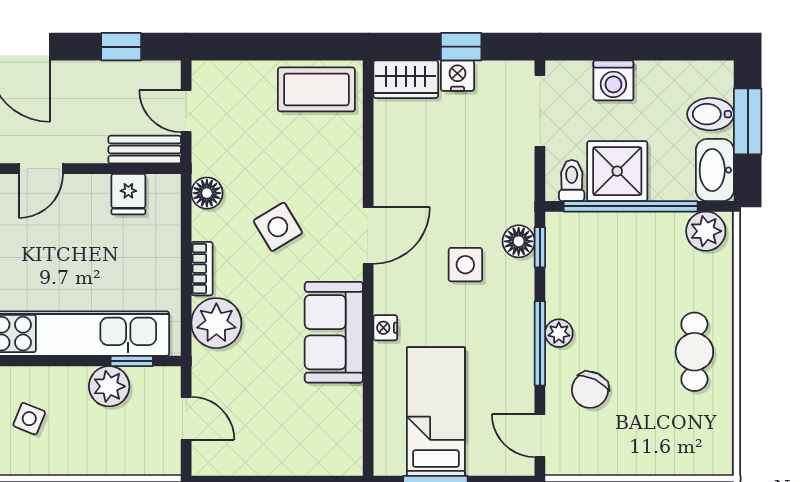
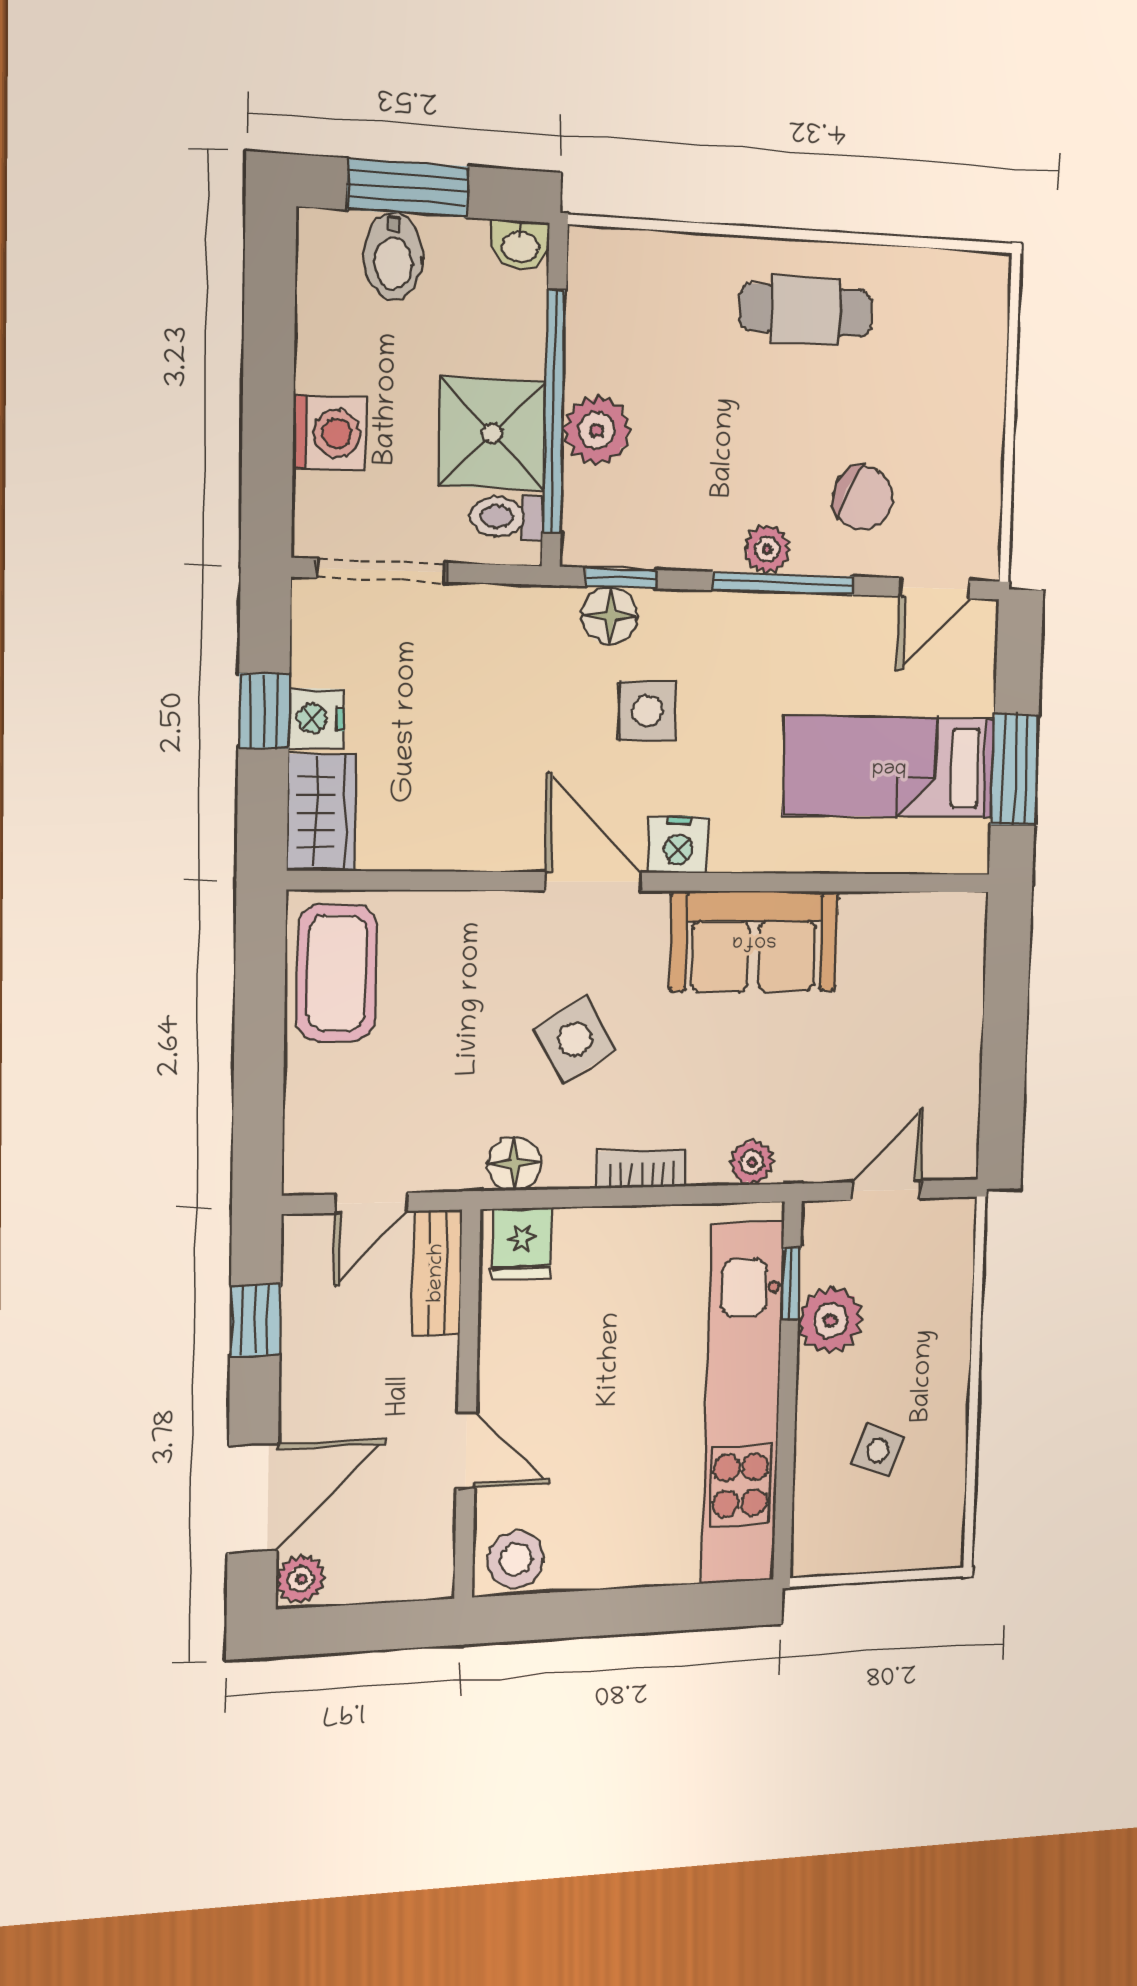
washbasin: (715, 170) -> (520, 245), width x0.52, depth x0.69
fridge: (128, 194) -> (522, 1243), moved, turned 90
plant: (706, 231) -> (597, 430), moved
plant: (216, 323) -> (752, 1162), width x0.53, depth x0.53
nightstand: (385, 328) -> (679, 845), moved, width x1.39, depth x1.35

